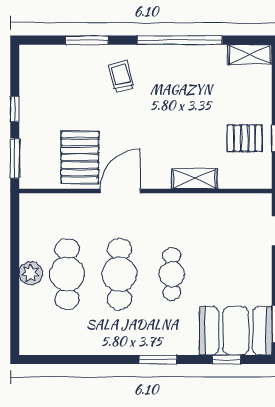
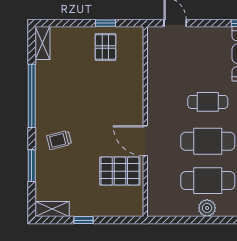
window: (15, 158) -> (121, 220), removed
shelving: (194, 179) -> (52, 209), moved, turned 90

